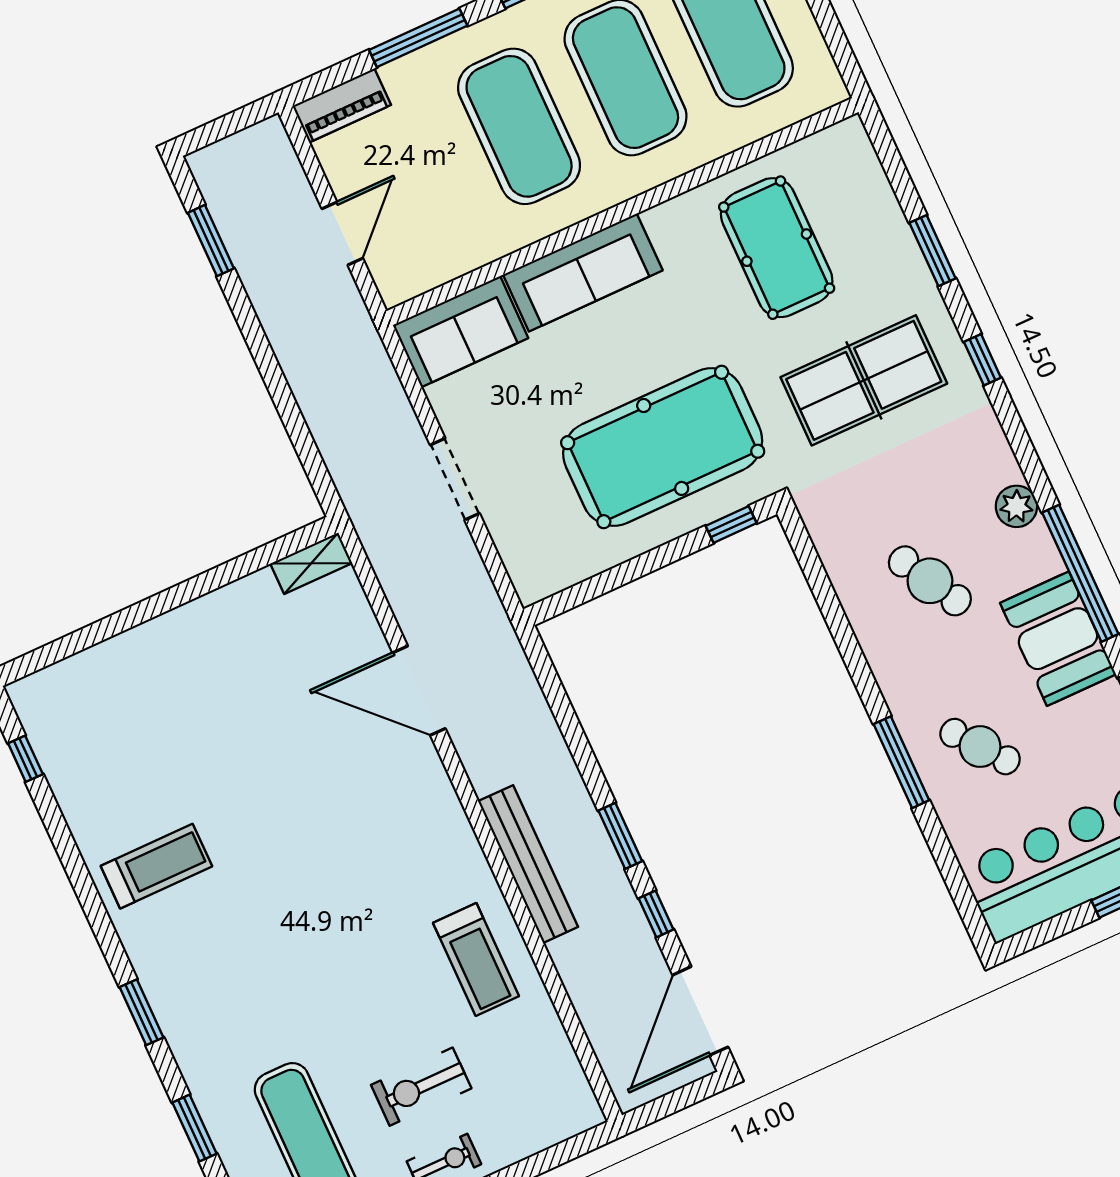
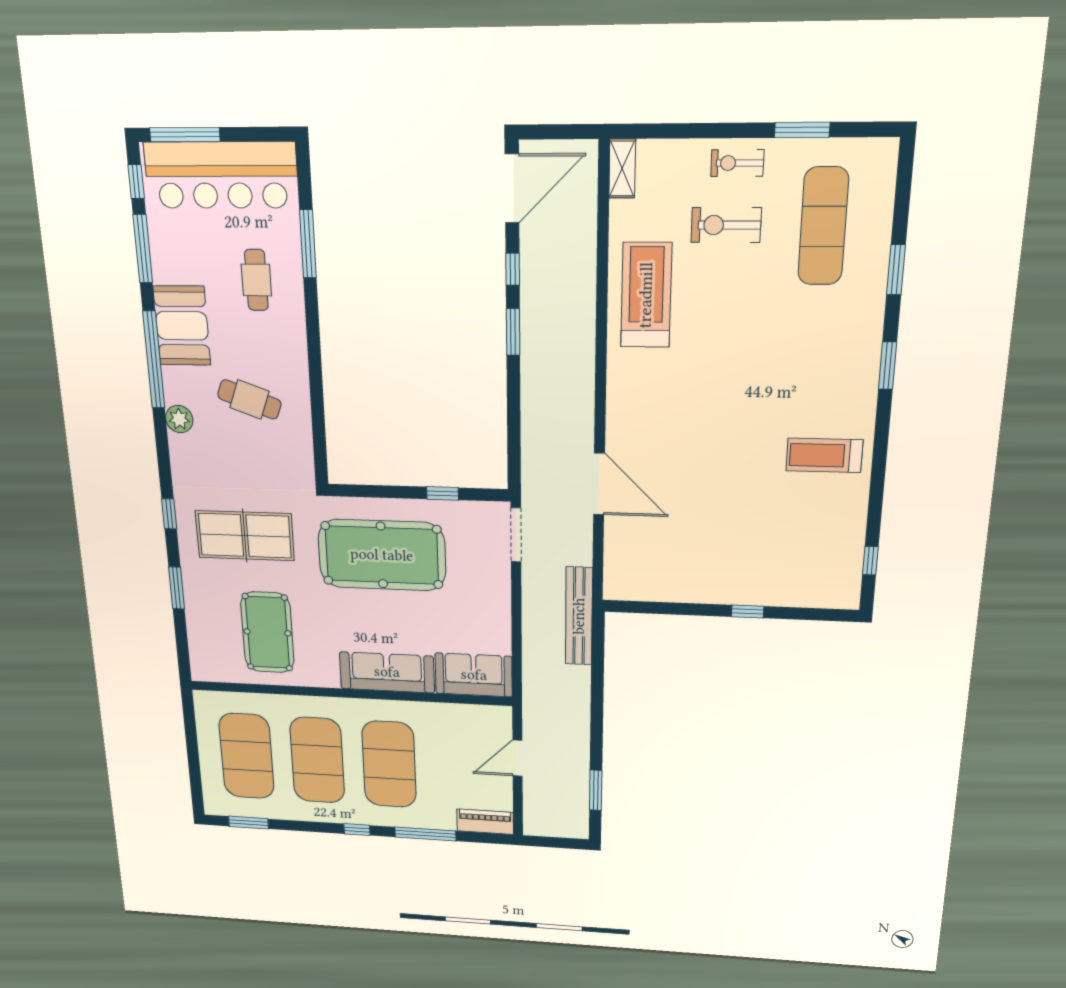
doorway: (455, 479) -> (516, 535), moved
window: (731, 525) -> (443, 493), moved
shelving: (311, 563) -> (622, 169), moved, turned 90
cafe table: (930, 581) -> (249, 399), turned -41
window: (142, 612) -> (748, 612), added
cafe table: (980, 747) -> (256, 280), turned 38
window: (901, 762) -> (308, 244), moved
bench: (528, 864) -> (579, 616), moved
treadmill: (476, 960) -> (646, 295), width x1.37, depth x1.38
exercise bike: (421, 1087) -> (726, 225), turned 180

